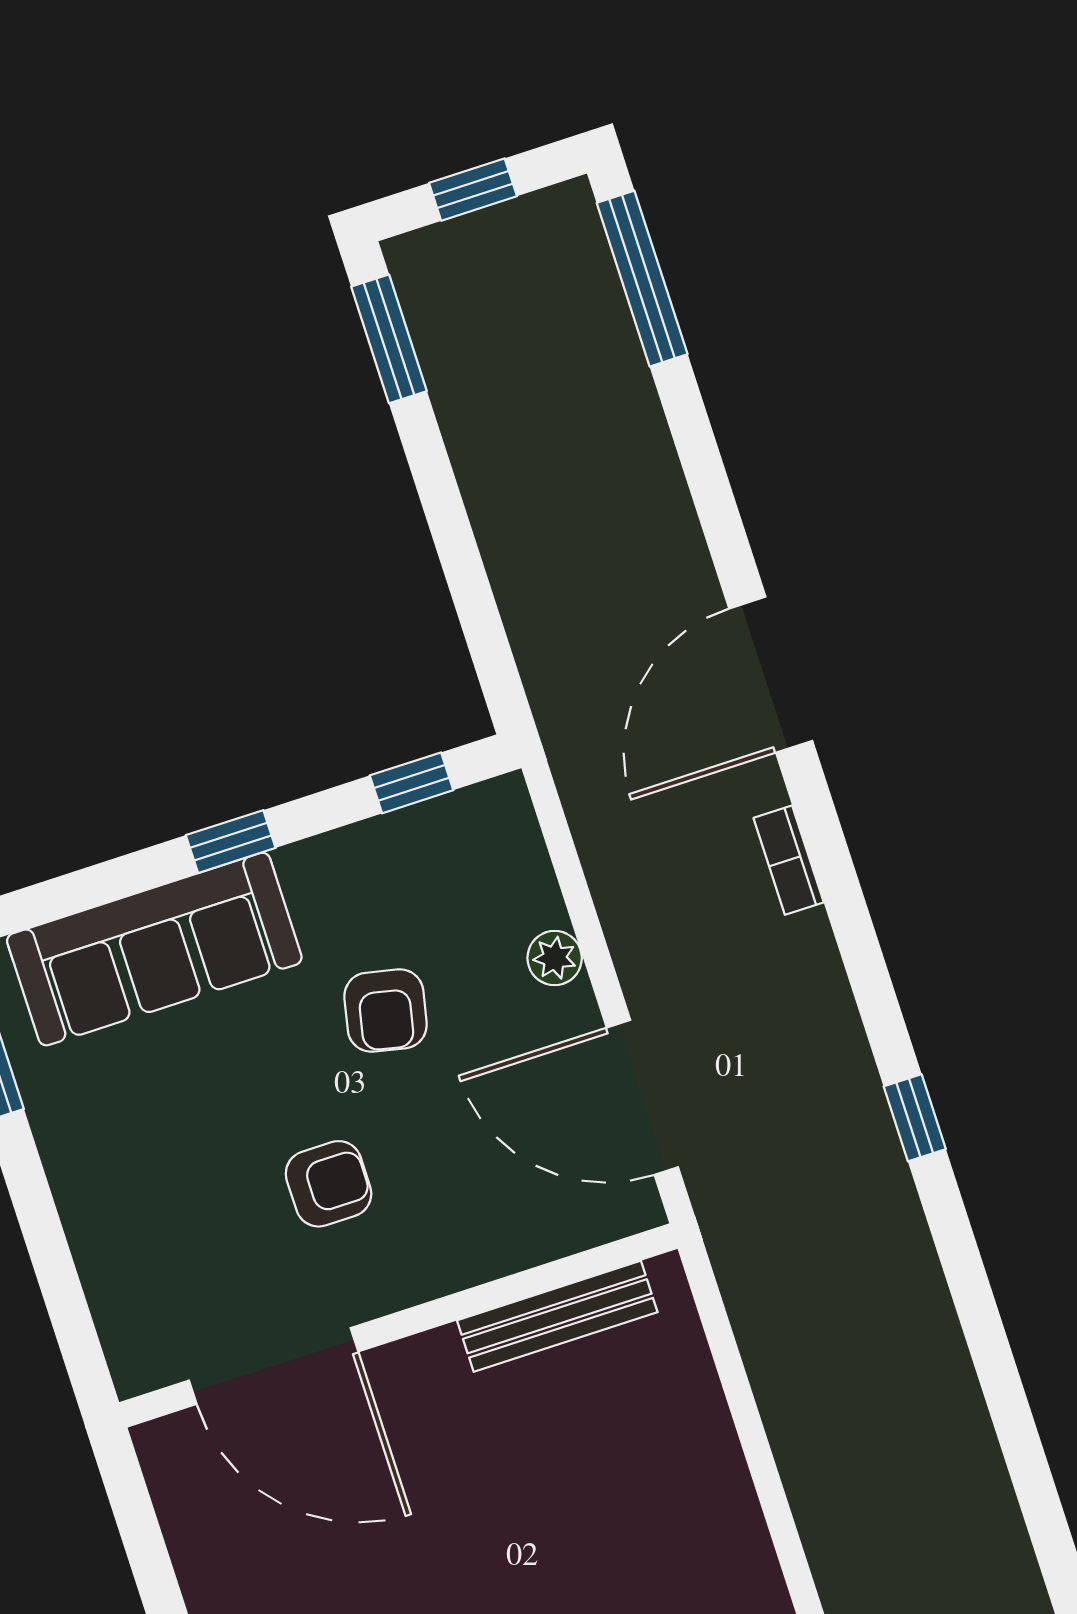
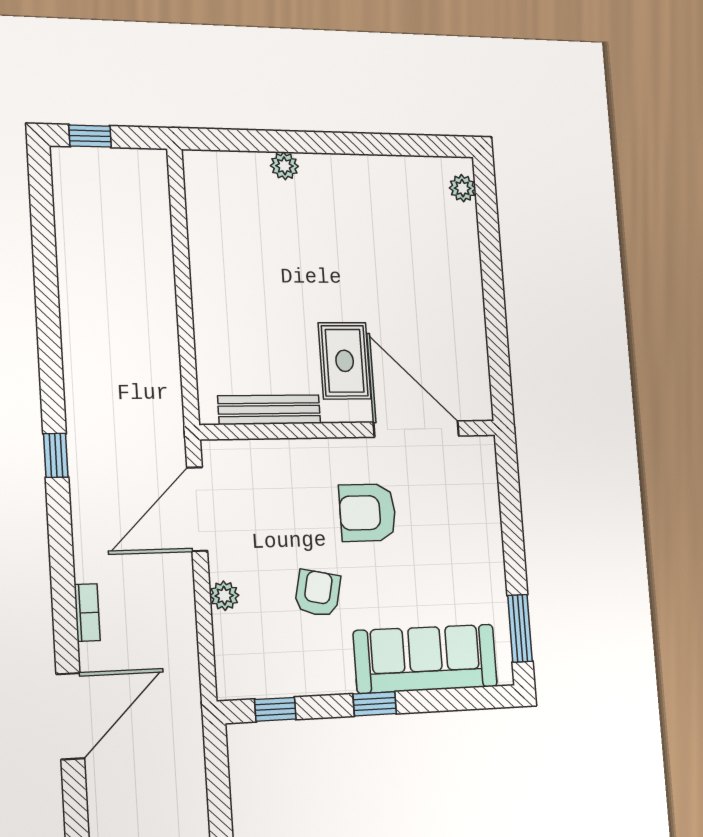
door: (642, 1097) -> (197, 509), swing flipped
armchair: (329, 1184) -> (368, 513), width x1.38, depth x1.38
rug: (440, 1450) -> (345, 361), added

